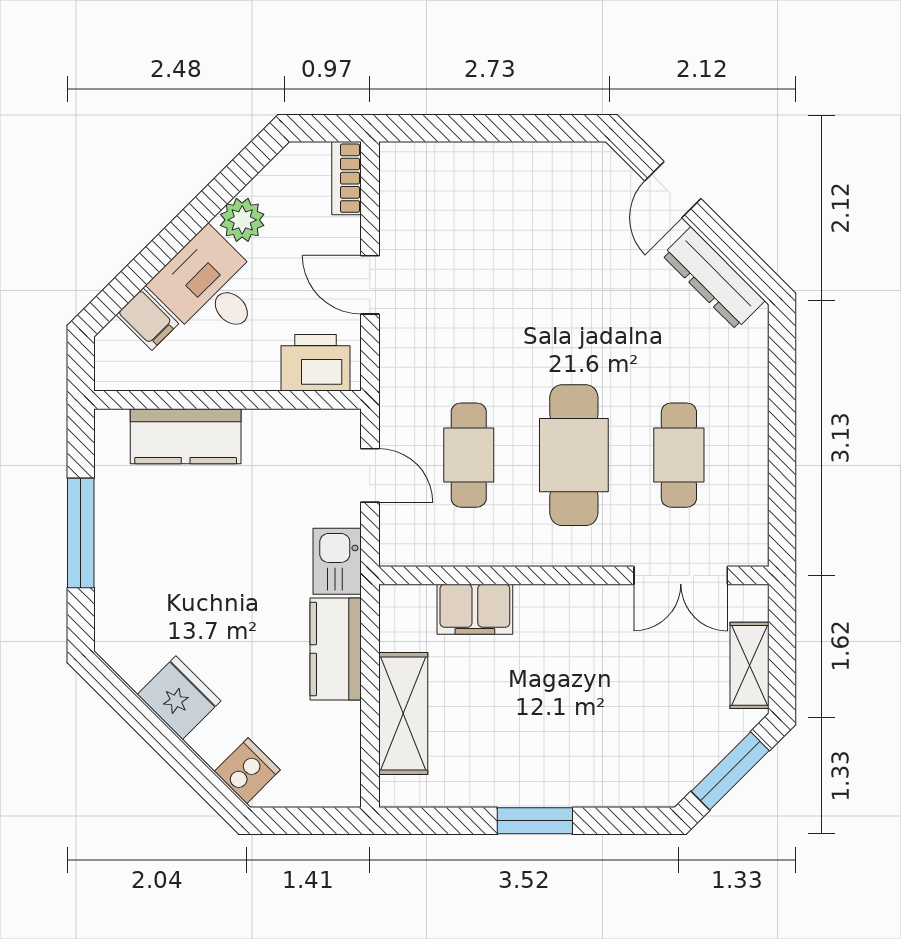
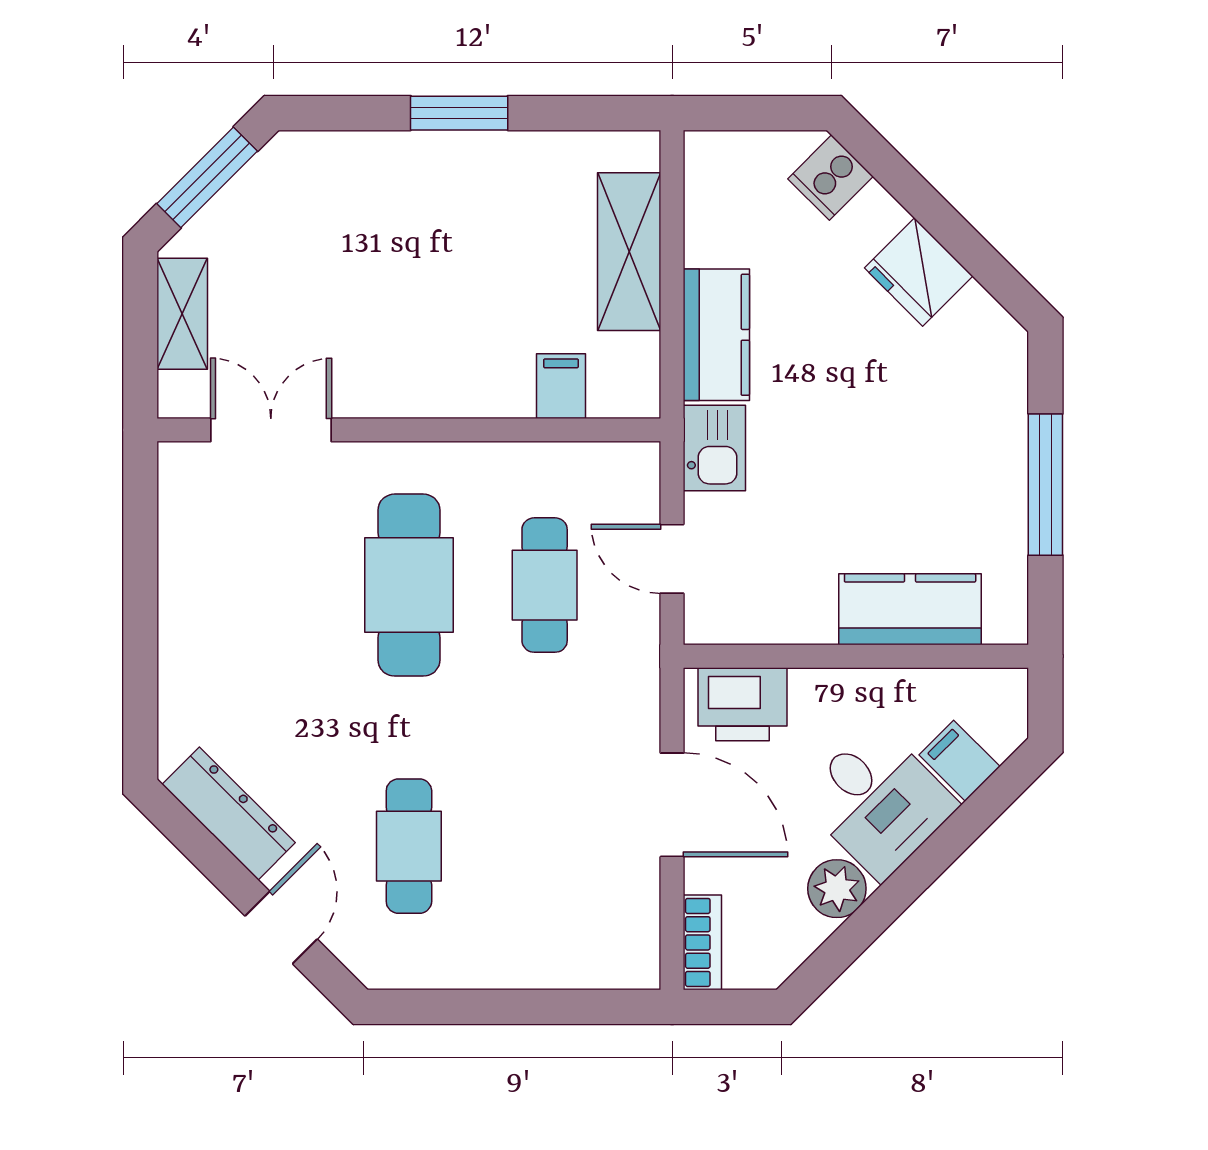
door: (370, 285) -> (672, 805), width x1.38
cafe table: (679, 455) -> (409, 846), moved
filing cabinet: (475, 609) -> (561, 386), width x0.50

